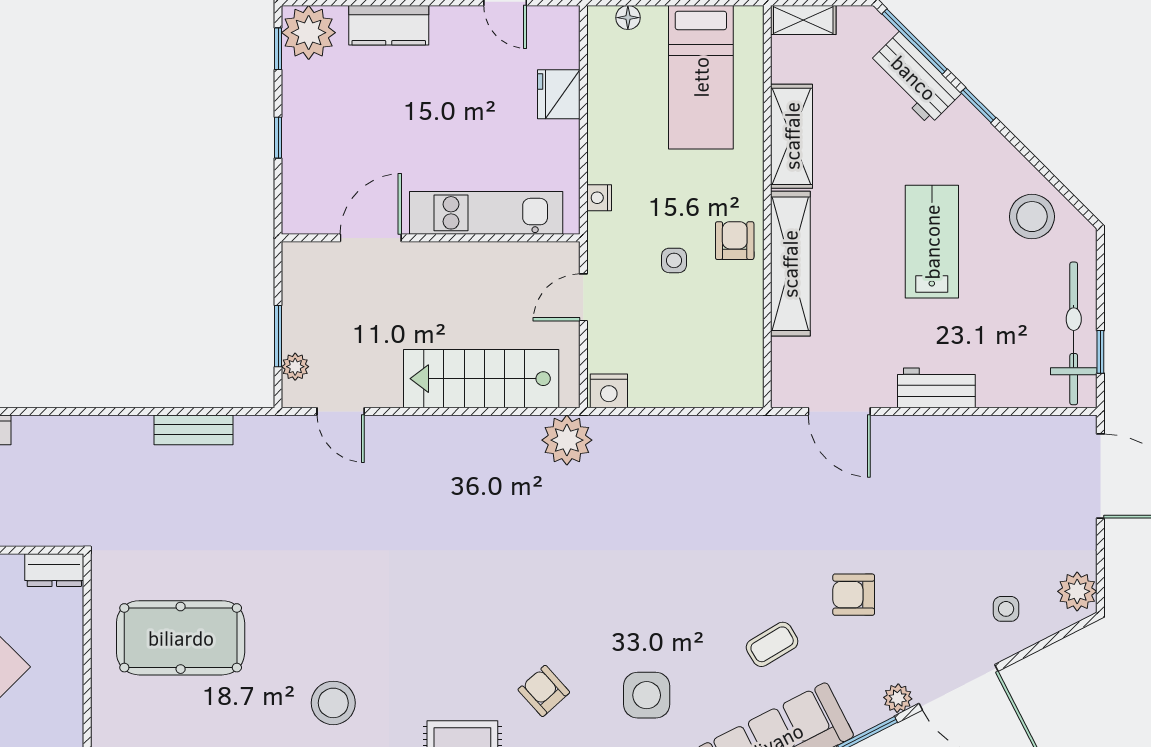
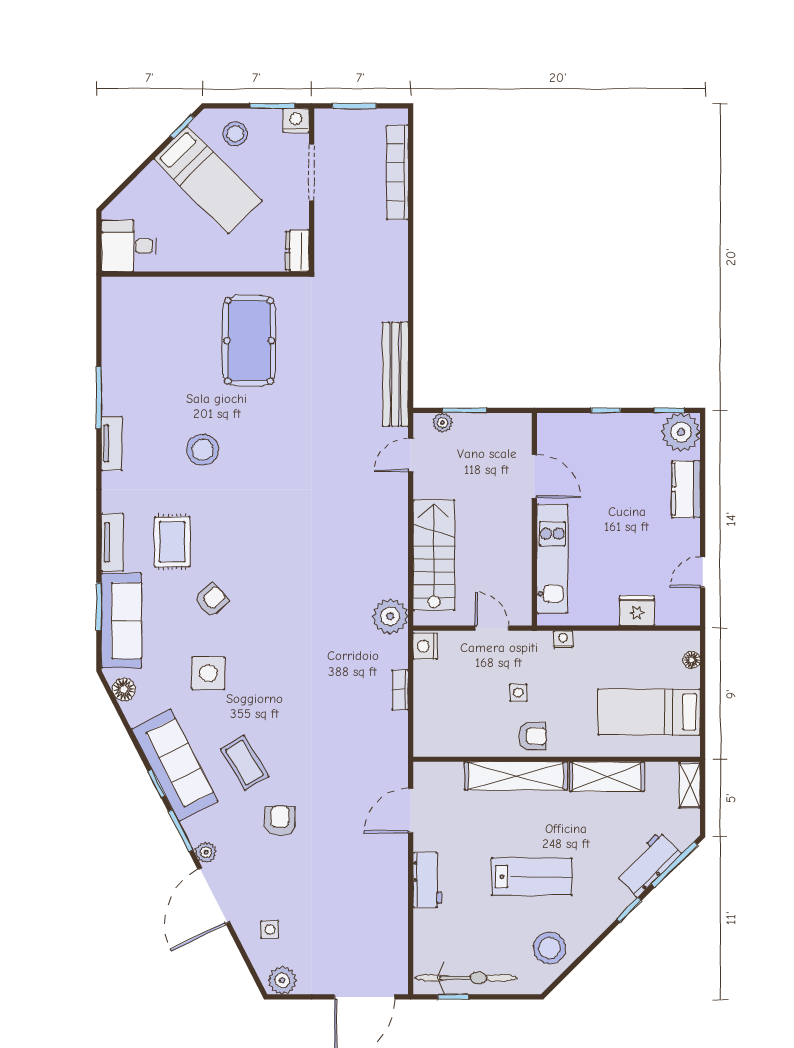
bookcase: (670, 426) -> (400, 690), added
bench: (194, 430) -> (395, 374), width x1.86, depth x1.21
coffee table: (772, 644) -> (244, 763), width x1.36, depth x1.30

